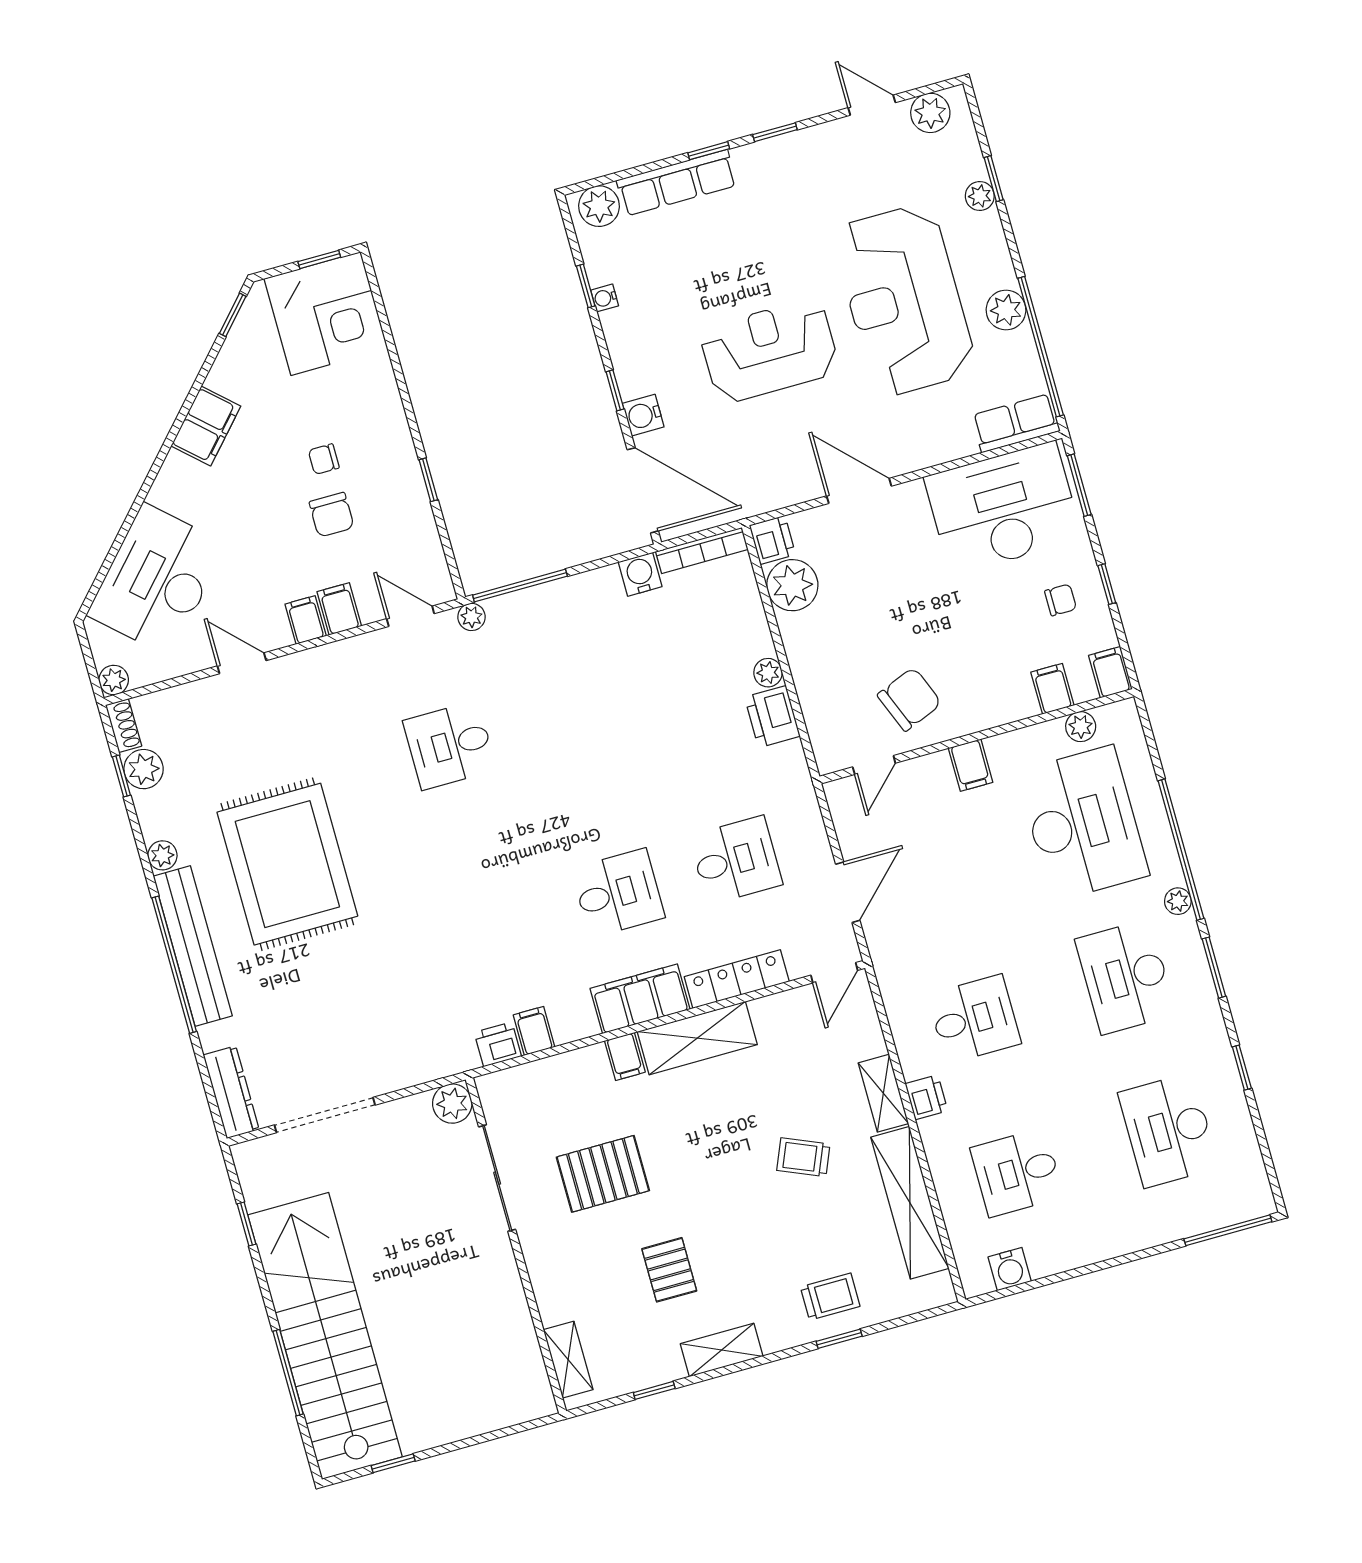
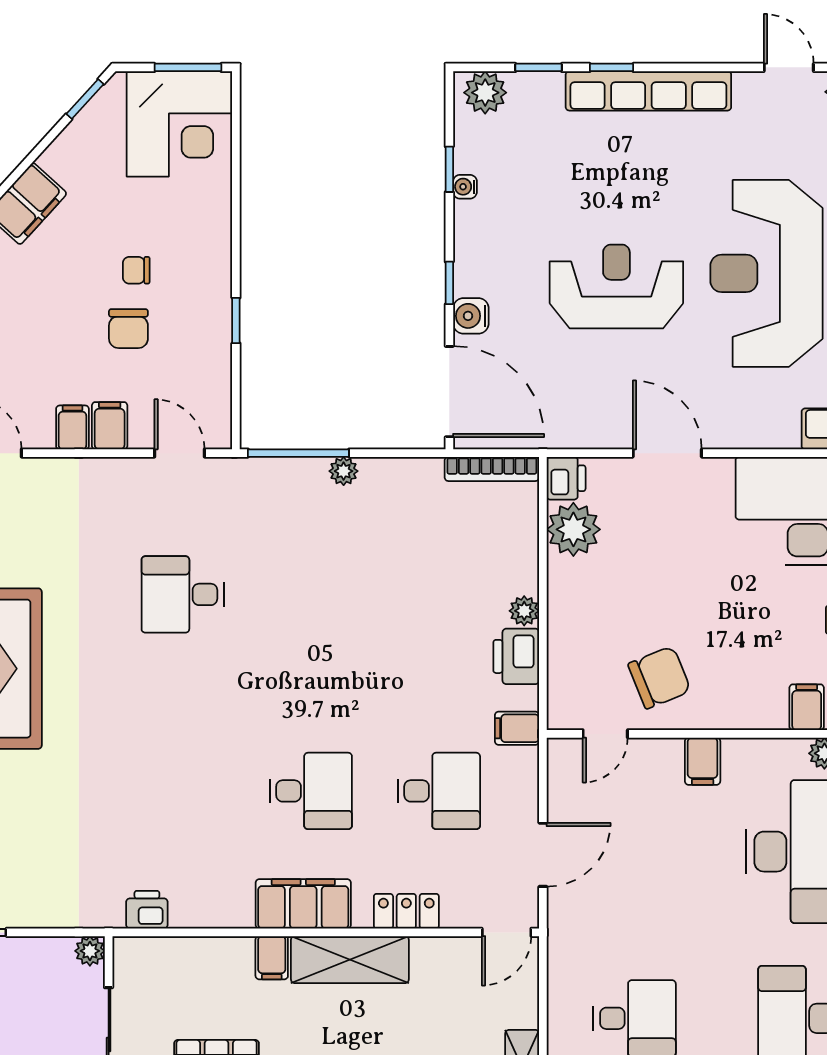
window: (775, 132) -> (539, 67), moved
row of seats: (677, 183) -> (648, 91), moved, width x1.36
window: (319, 259) -> (188, 67), width x1.50
water cooler: (640, 574) -> (423, 476), removed
plant: (471, 617) -> (344, 471), moved
locker: (737, 979) -> (406, 911), width x0.66
filing cabinet: (534, 1031) -> (517, 728), moved, turned -90
plant: (452, 1104) -> (90, 951), width x0.73, depth x0.73

